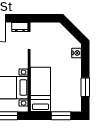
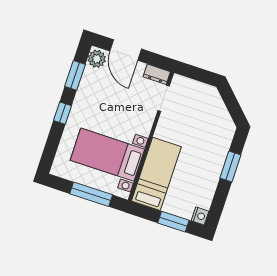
nightstand: (76, 53) -> (200, 216), moved
window: (85, 87) -> (230, 166), moved

